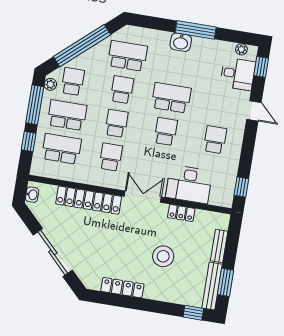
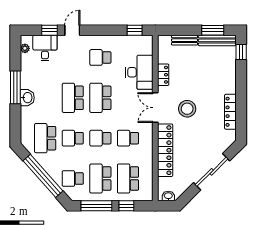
window: (261, 67) -> (50, 30), moved
plant: (50, 84) -> (78, 196), removed
school desk: (166, 132) -> (100, 98), width x1.85
stool: (163, 256) -> (187, 109), moved

